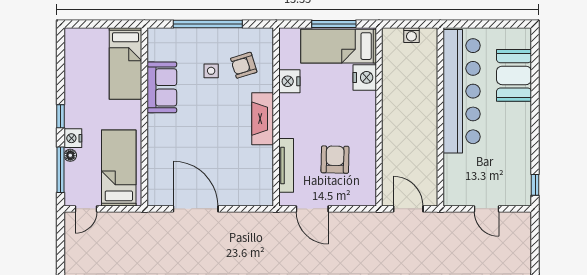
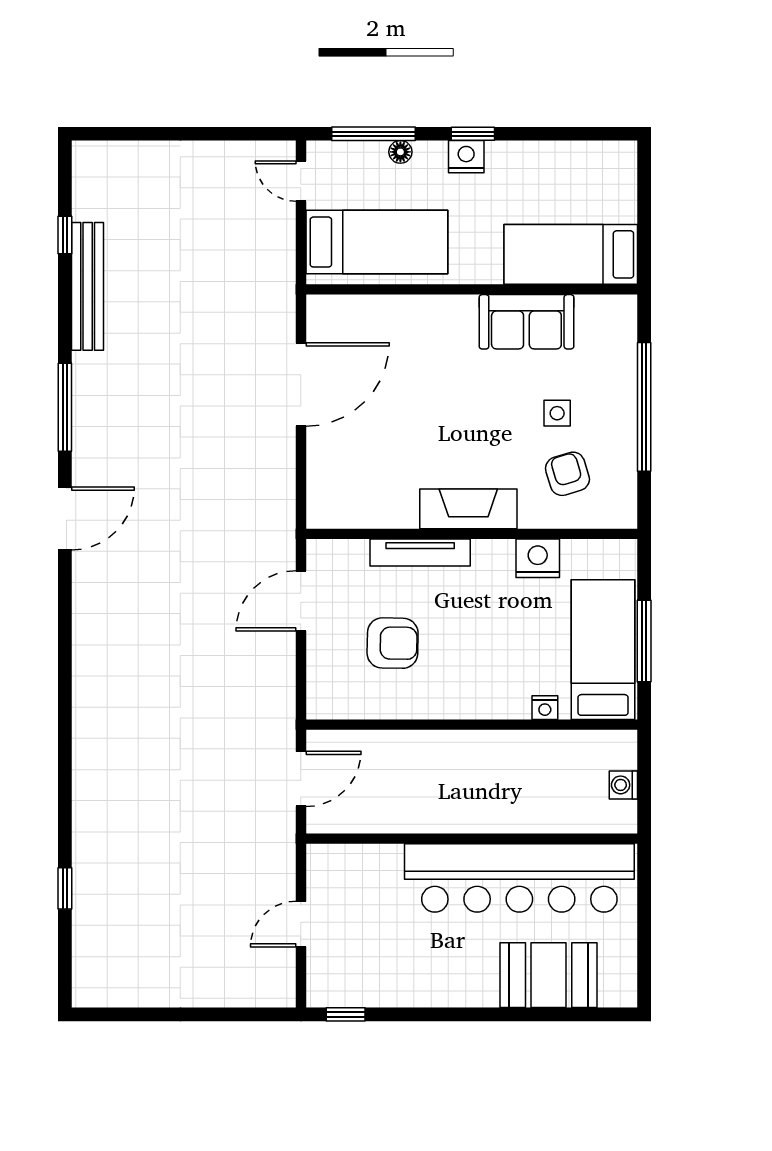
nightstand: (365, 77) -> (545, 708), width x0.53, depth x0.56
nightstand: (73, 138) -> (466, 157), moved
tv unit: (286, 165) -> (420, 552), moved

